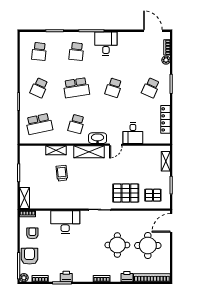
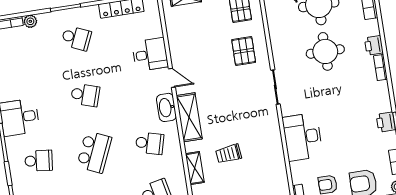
school desk: (76, 88) -> (94, 152), turned 33
pallet: (126, 193) -> (244, 51), width x0.67, depth x0.71
printer: (127, 277) -> (374, 45), moved

